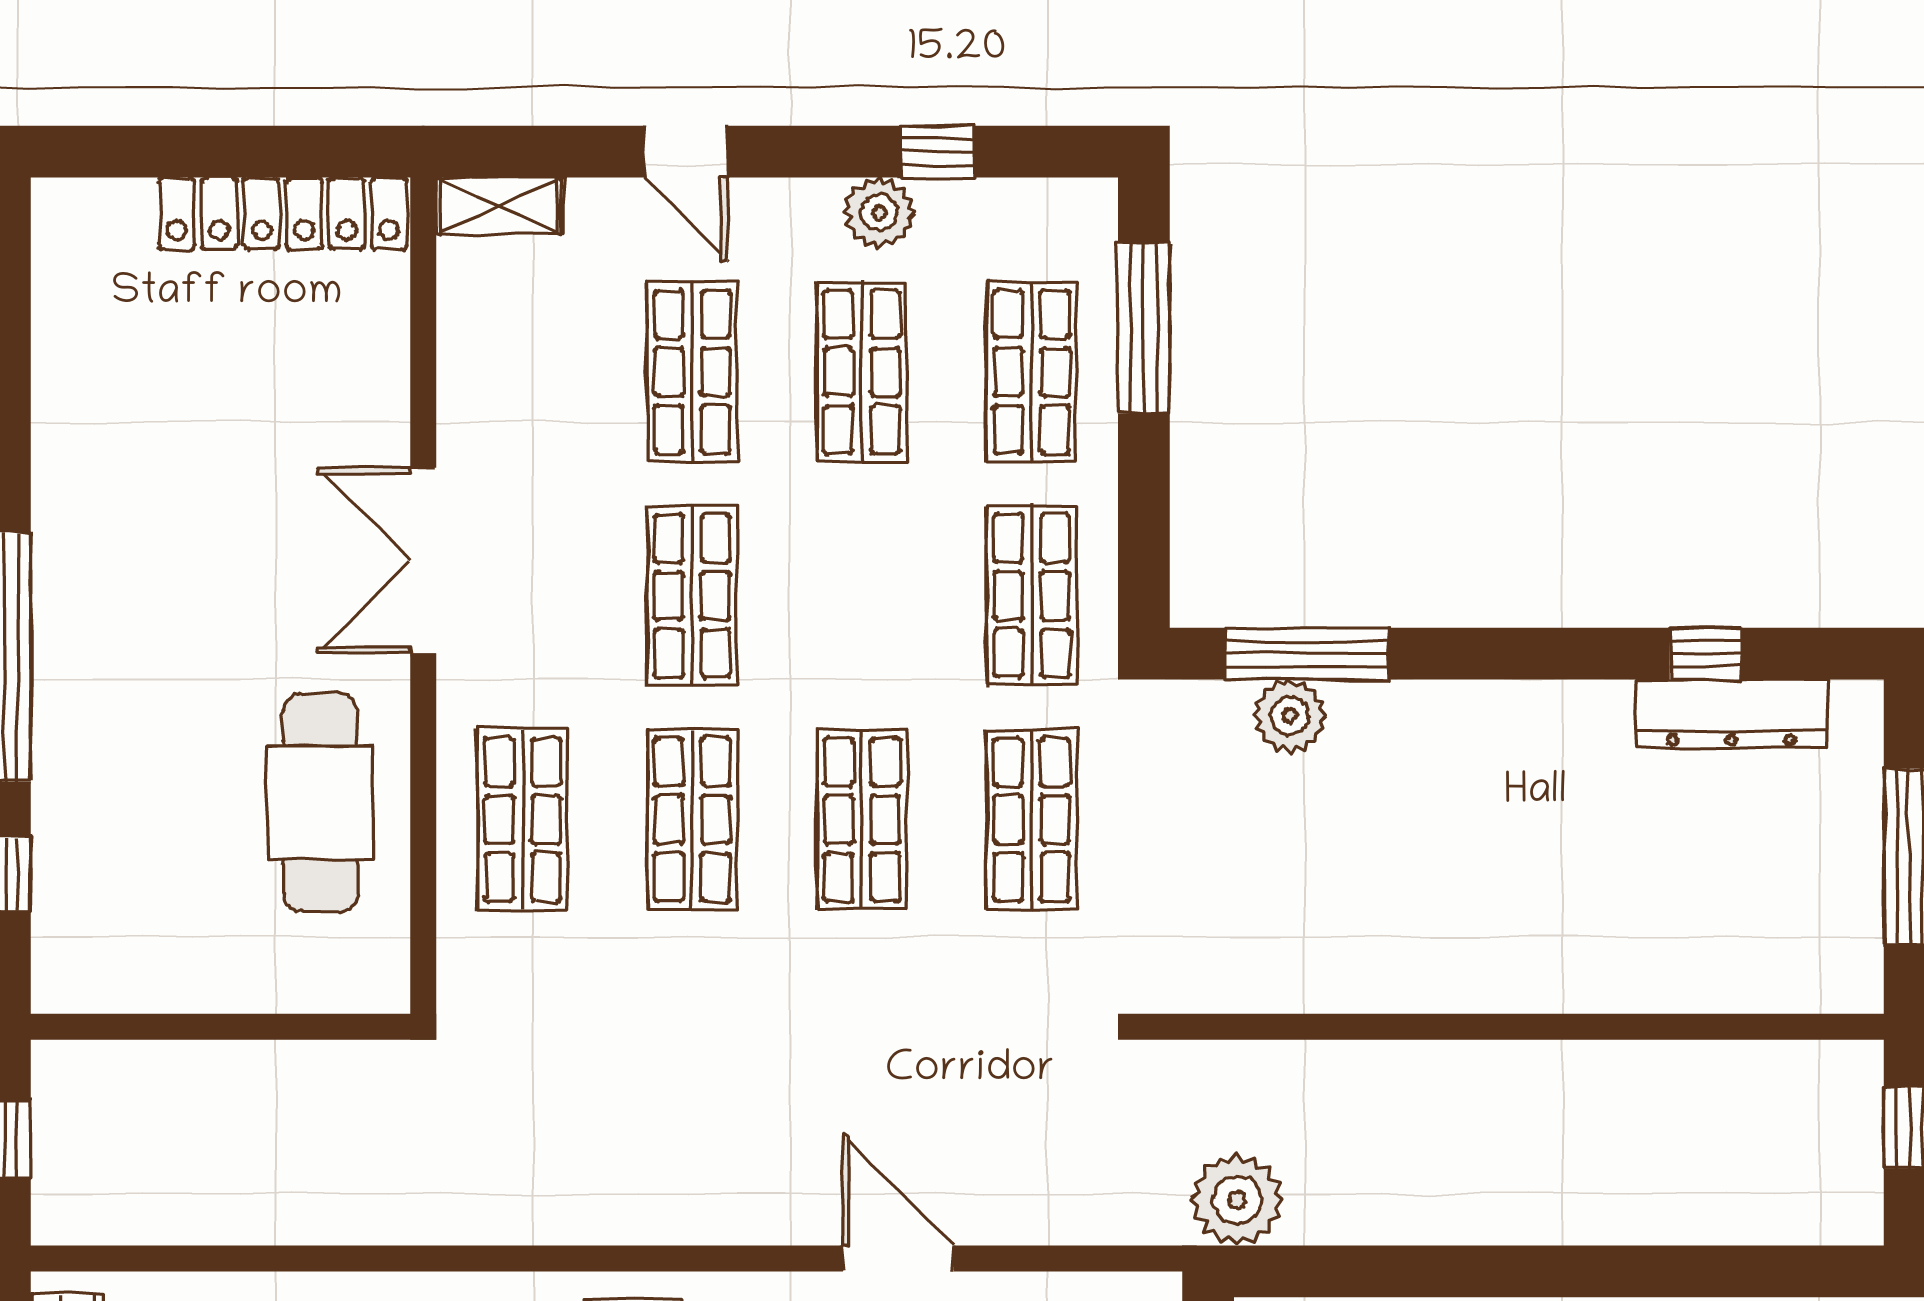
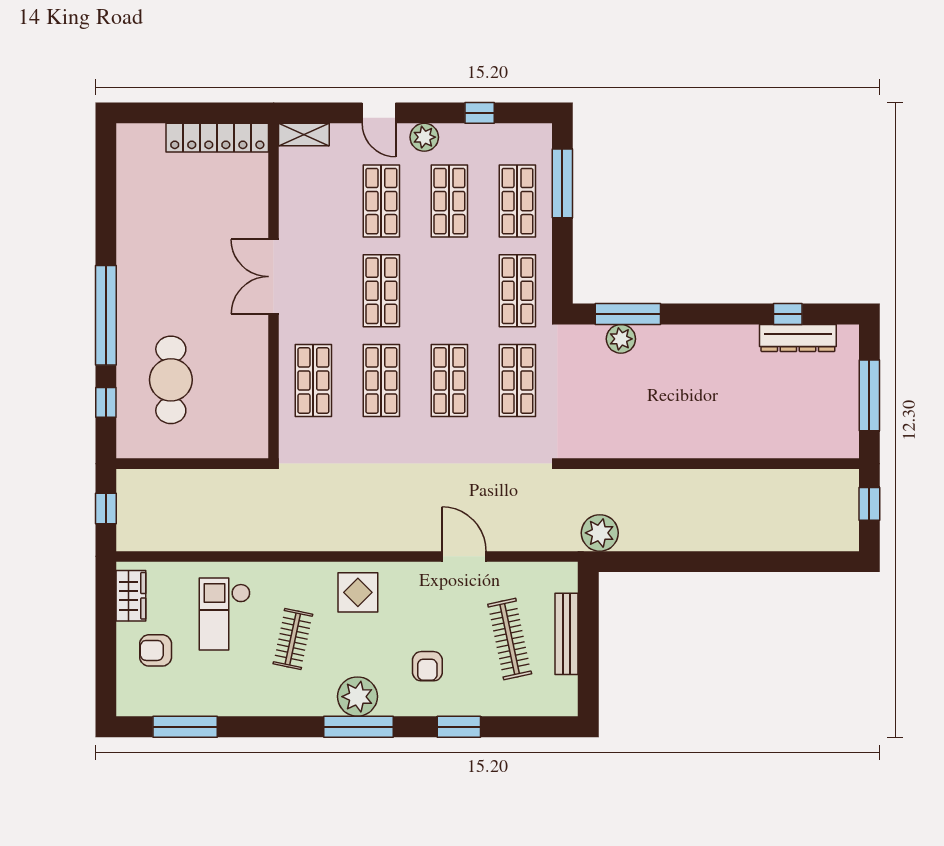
plant: (879, 213) -> (424, 137), moved
cafe table: (320, 802) -> (171, 380), moved

